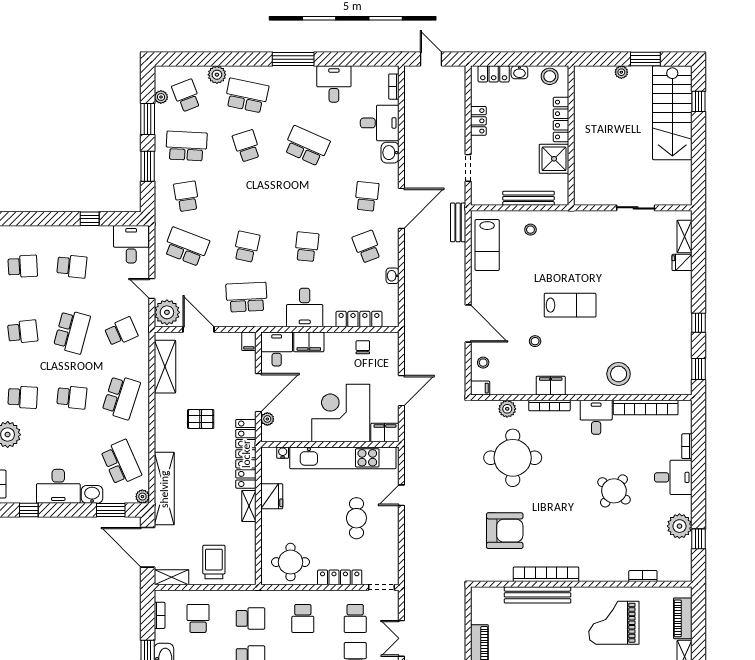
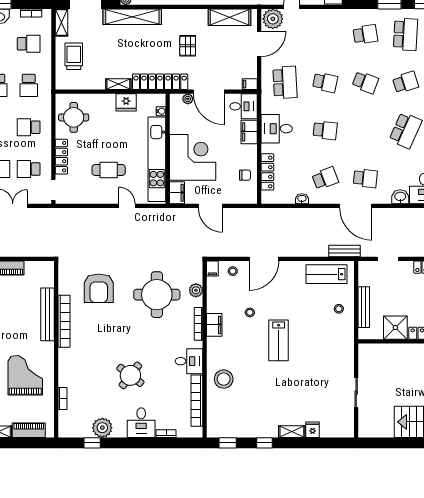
shelving: (684, 236) -> (292, 432), moved
school desk: (186, 247) -> (365, 82), moved, width x0.54
trolley: (214, 562) -> (74, 56), turned -90

